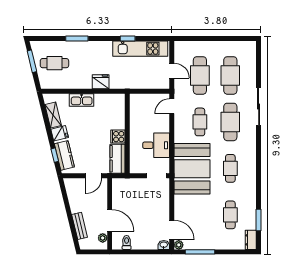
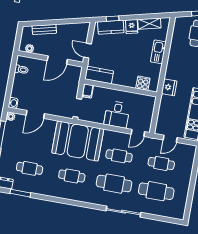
cafe table: (200, 75) -> (161, 163), width x0.73, depth x0.74
fridge: (101, 82) -> (169, 87), moved
door: (172, 106) -> (138, 133), swing flipped
cooker: (118, 137) -> (143, 83), moved
desk: (156, 145) -> (117, 114), moved
filing cabinet: (137, 168) -> (88, 91), added
door: (110, 220) -> (57, 60), moved
door: (172, 230) -> (35, 114), moved

